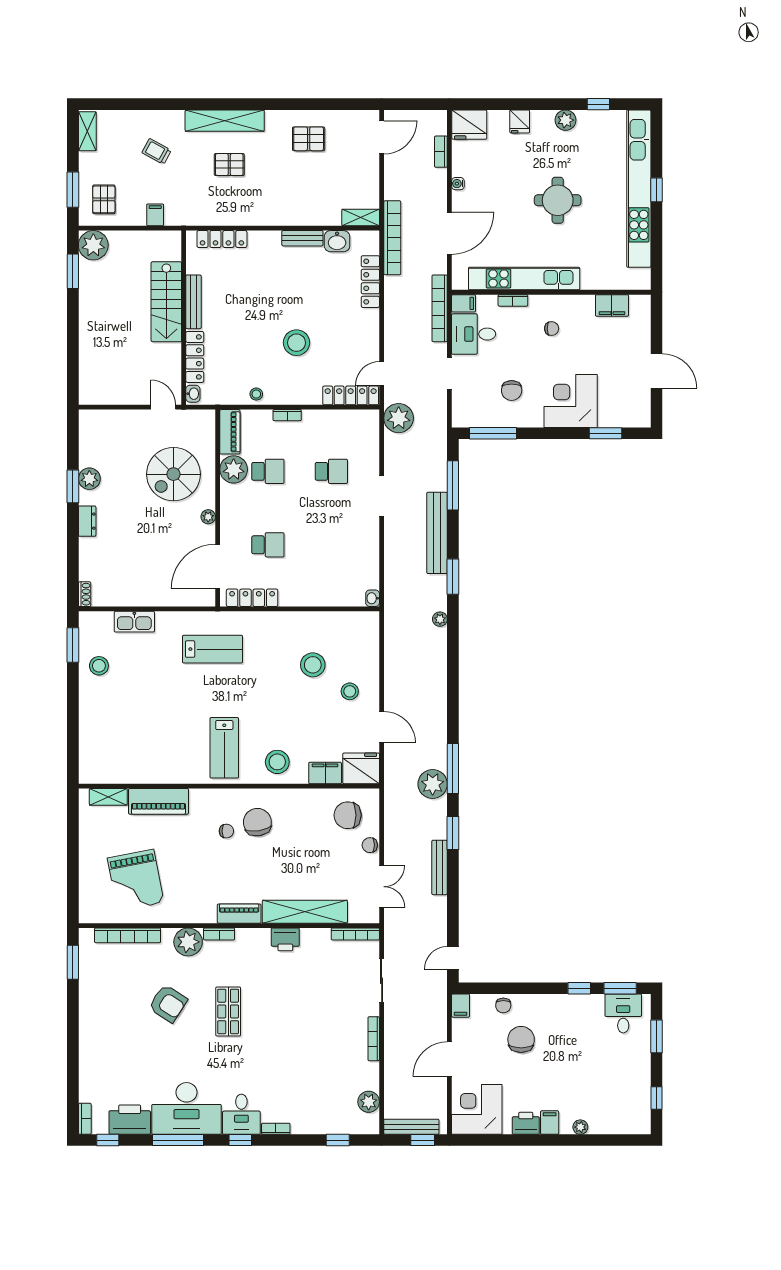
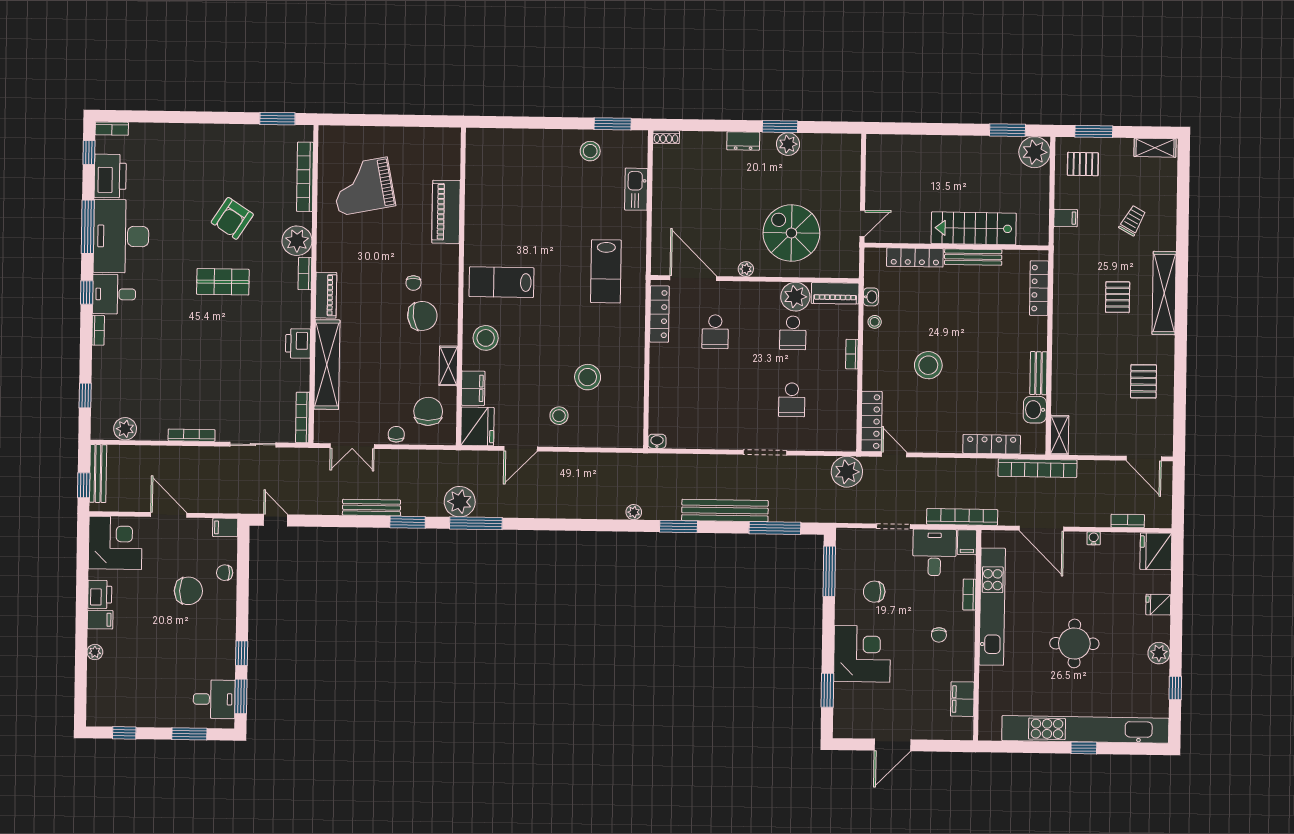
washbasin: (193, 394) -> (871, 297), moved, turned -90
shelving: (108, 797) -> (448, 366), moved

